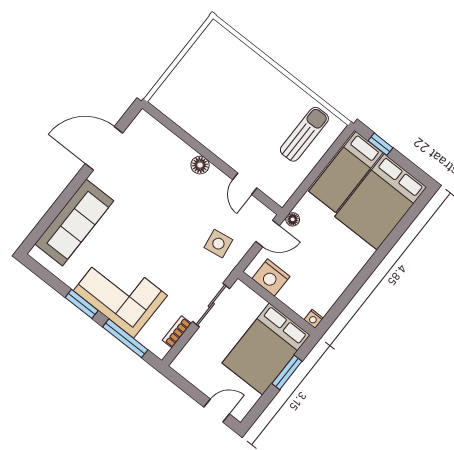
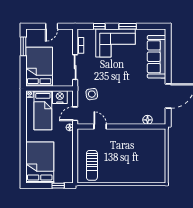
floor lamp: (200, 165) -> (148, 120), moved
bed: (346, 172) -> (43, 110), moved, turned 180
window: (125, 338) -> (99, 26), width x0.46
window: (287, 372) -> (23, 46), moved
door: (217, 411) -> (52, 26), moved

